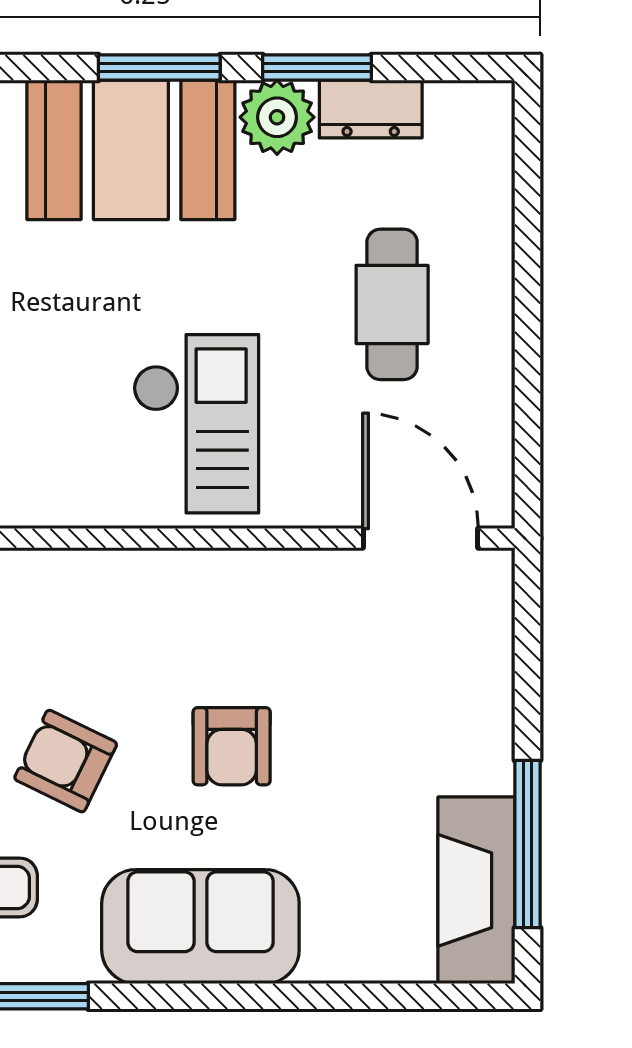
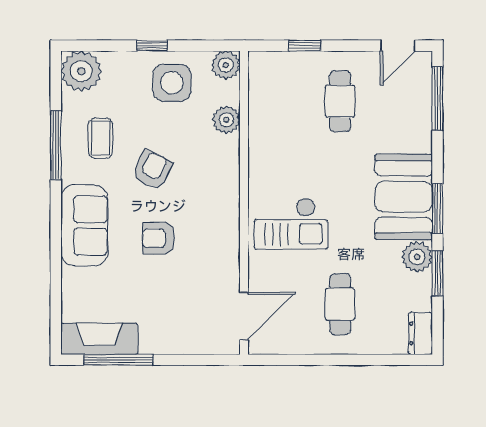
dresser: (371, 109) -> (420, 333), moved
cafe table: (392, 304) -> (340, 304), turned 90

